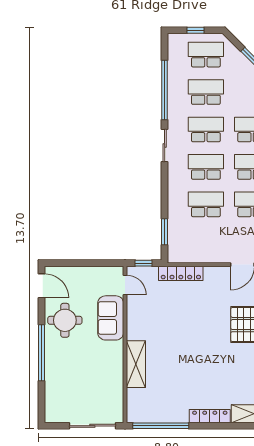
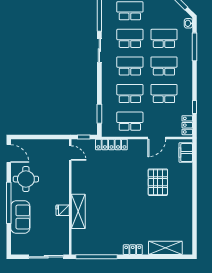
school desk: (206, 242) -> (130, 121), added
sofa: (111, 318) -> (20, 217), moved, turned 180
fridge: (115, 363) -> (63, 210), added
locker: (210, 416) -> (133, 250), width x0.66

